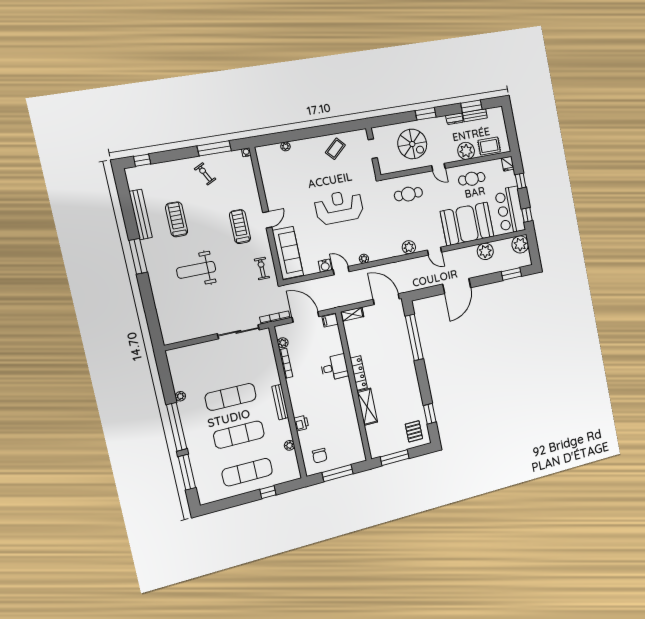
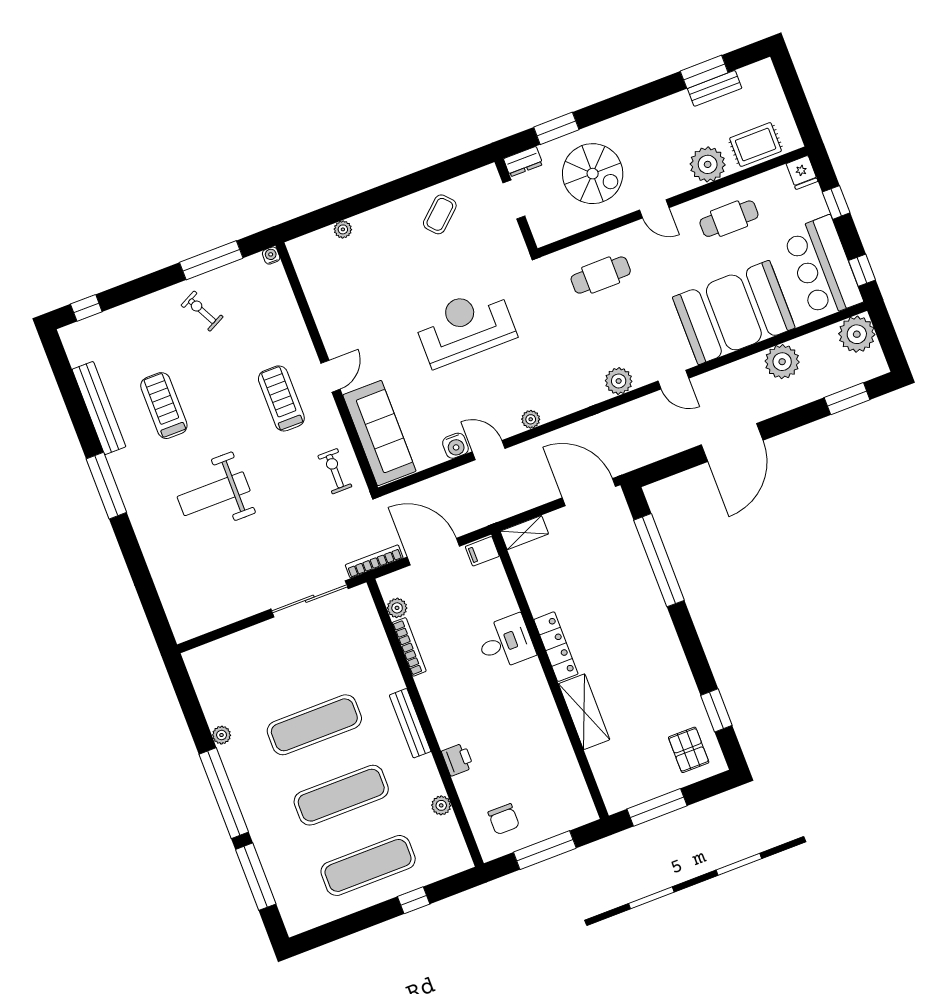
window: (426, 114) -> (556, 128), moved
dresser: (455, 119) -> (523, 162), moved

